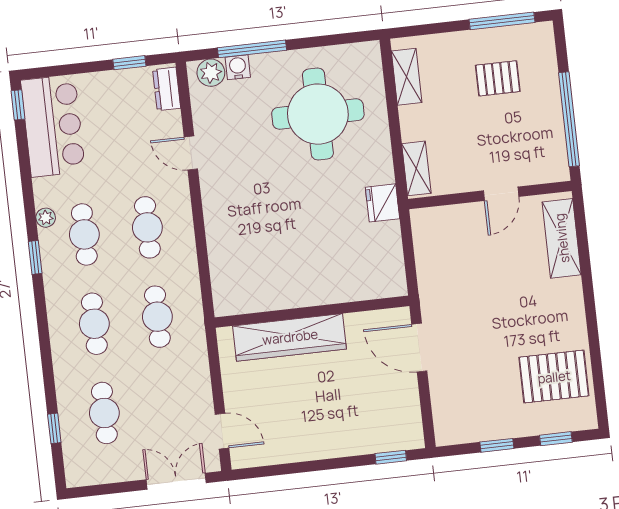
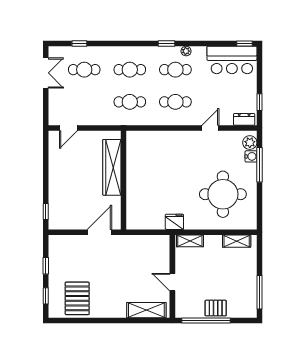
pallet: (498, 78) -> (216, 308), moved, turned 90
double door: (176, 481) -> (46, 73), moved

